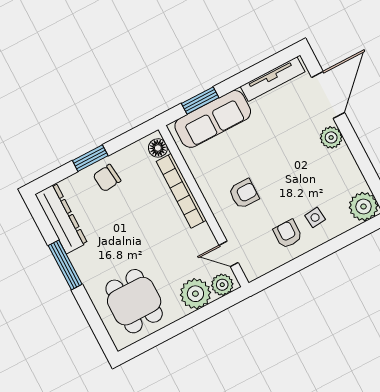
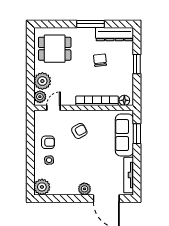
chair: (107, 178) -> (100, 60), moved
armchair: (244, 194) -> (79, 131), turned -119

